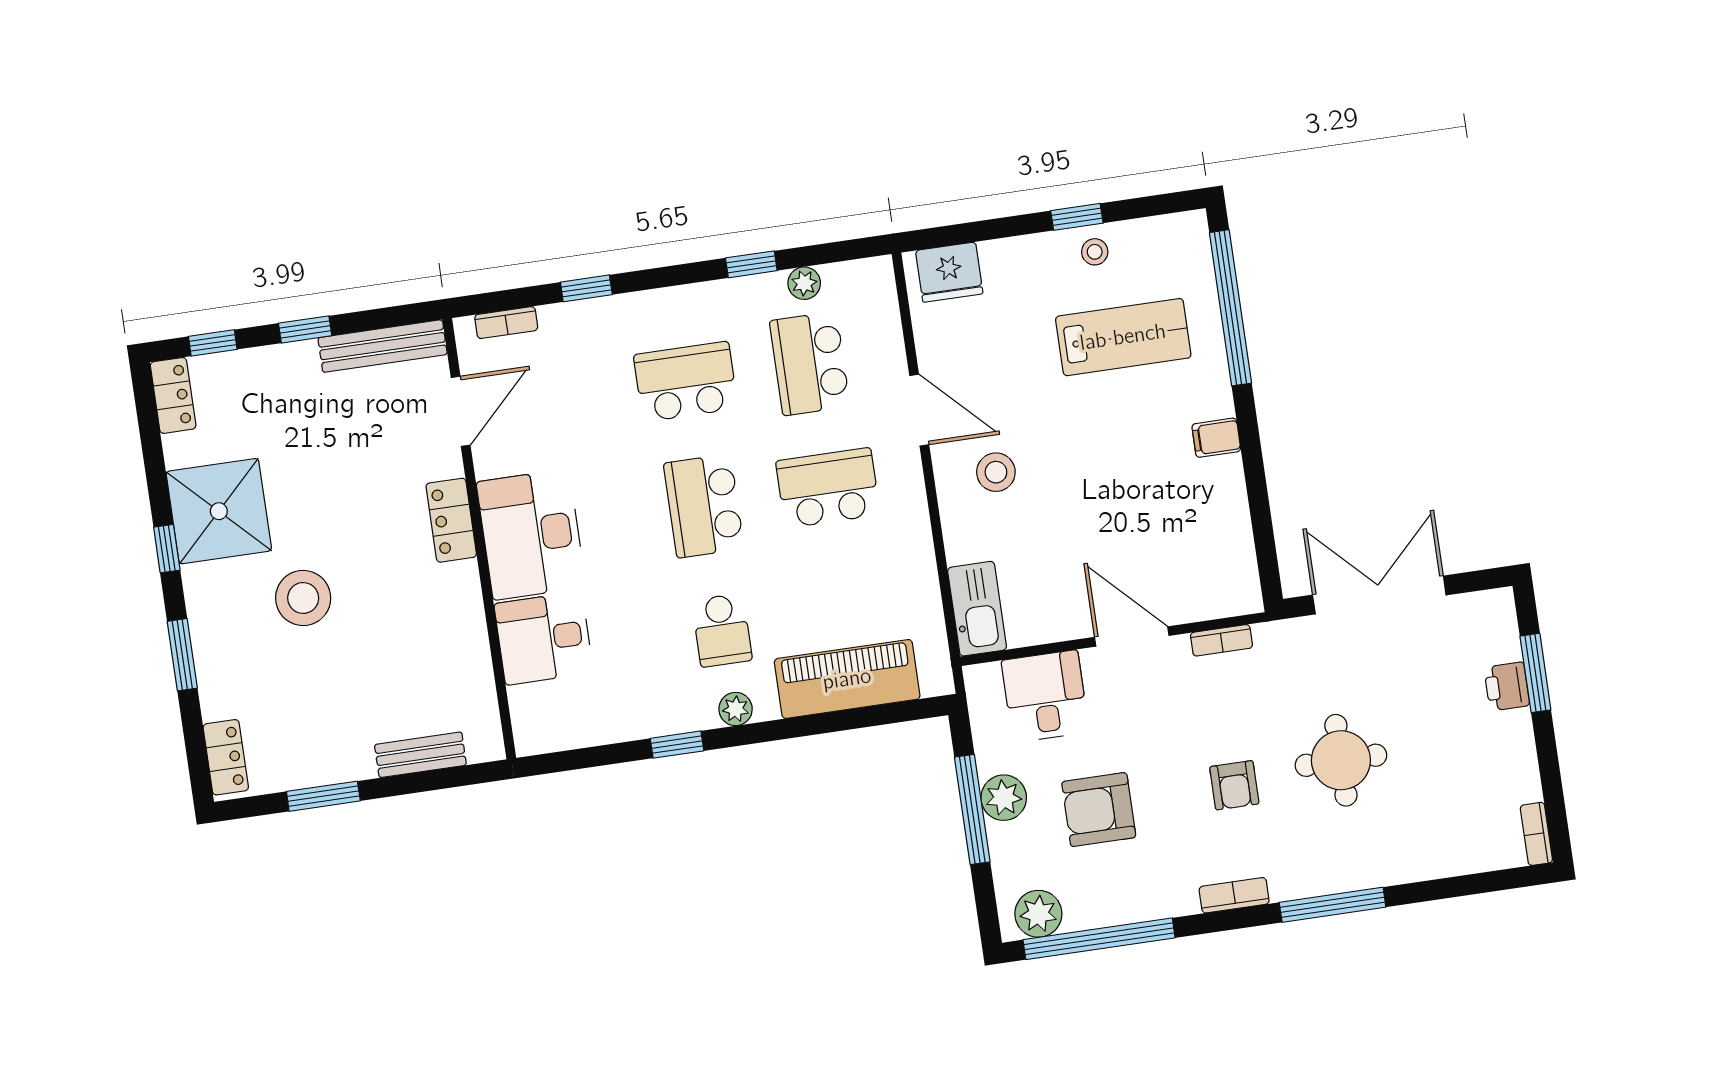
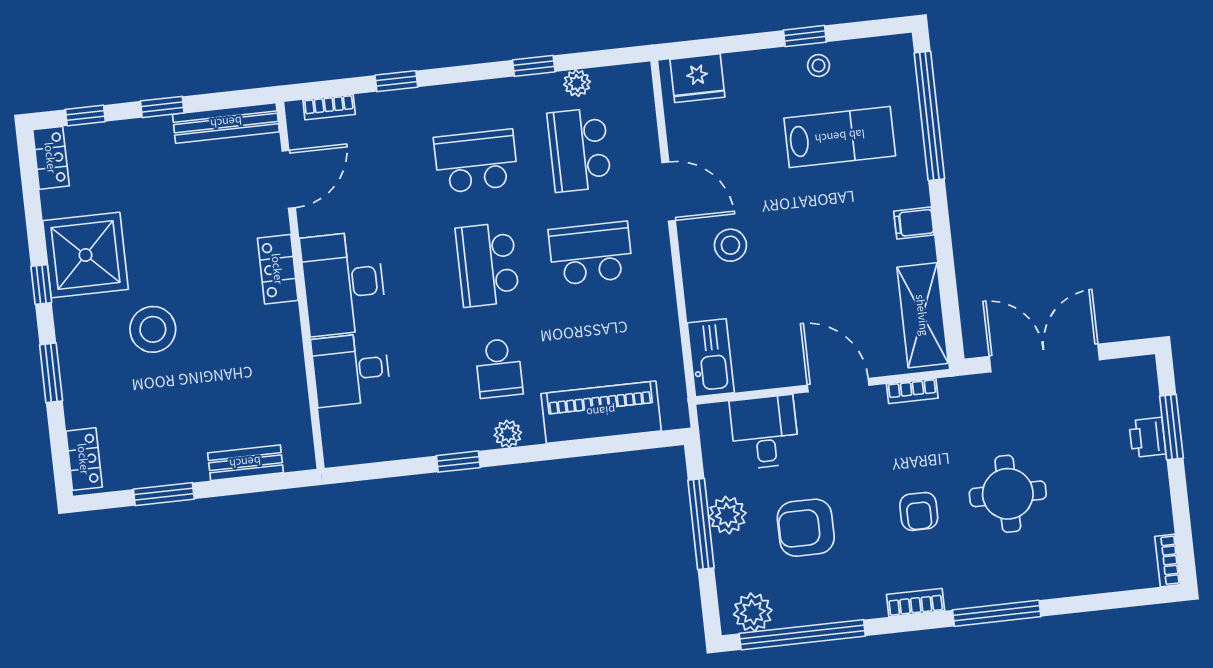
shelving: (1231, 549) -> (923, 315), added

